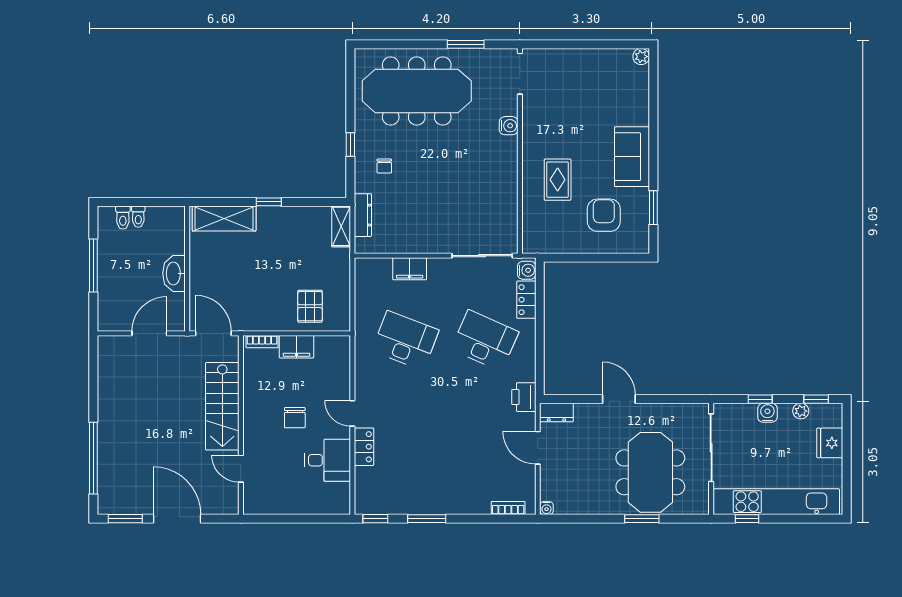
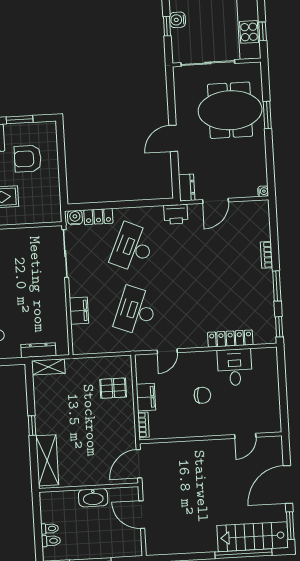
stairs: (222, 406) -> (253, 537), moved, turned 180
door: (352, 413) -> (167, 351), moved
locker: (364, 447) -> (230, 339), width x1.53
bookcase: (508, 508) -> (267, 255), moved

